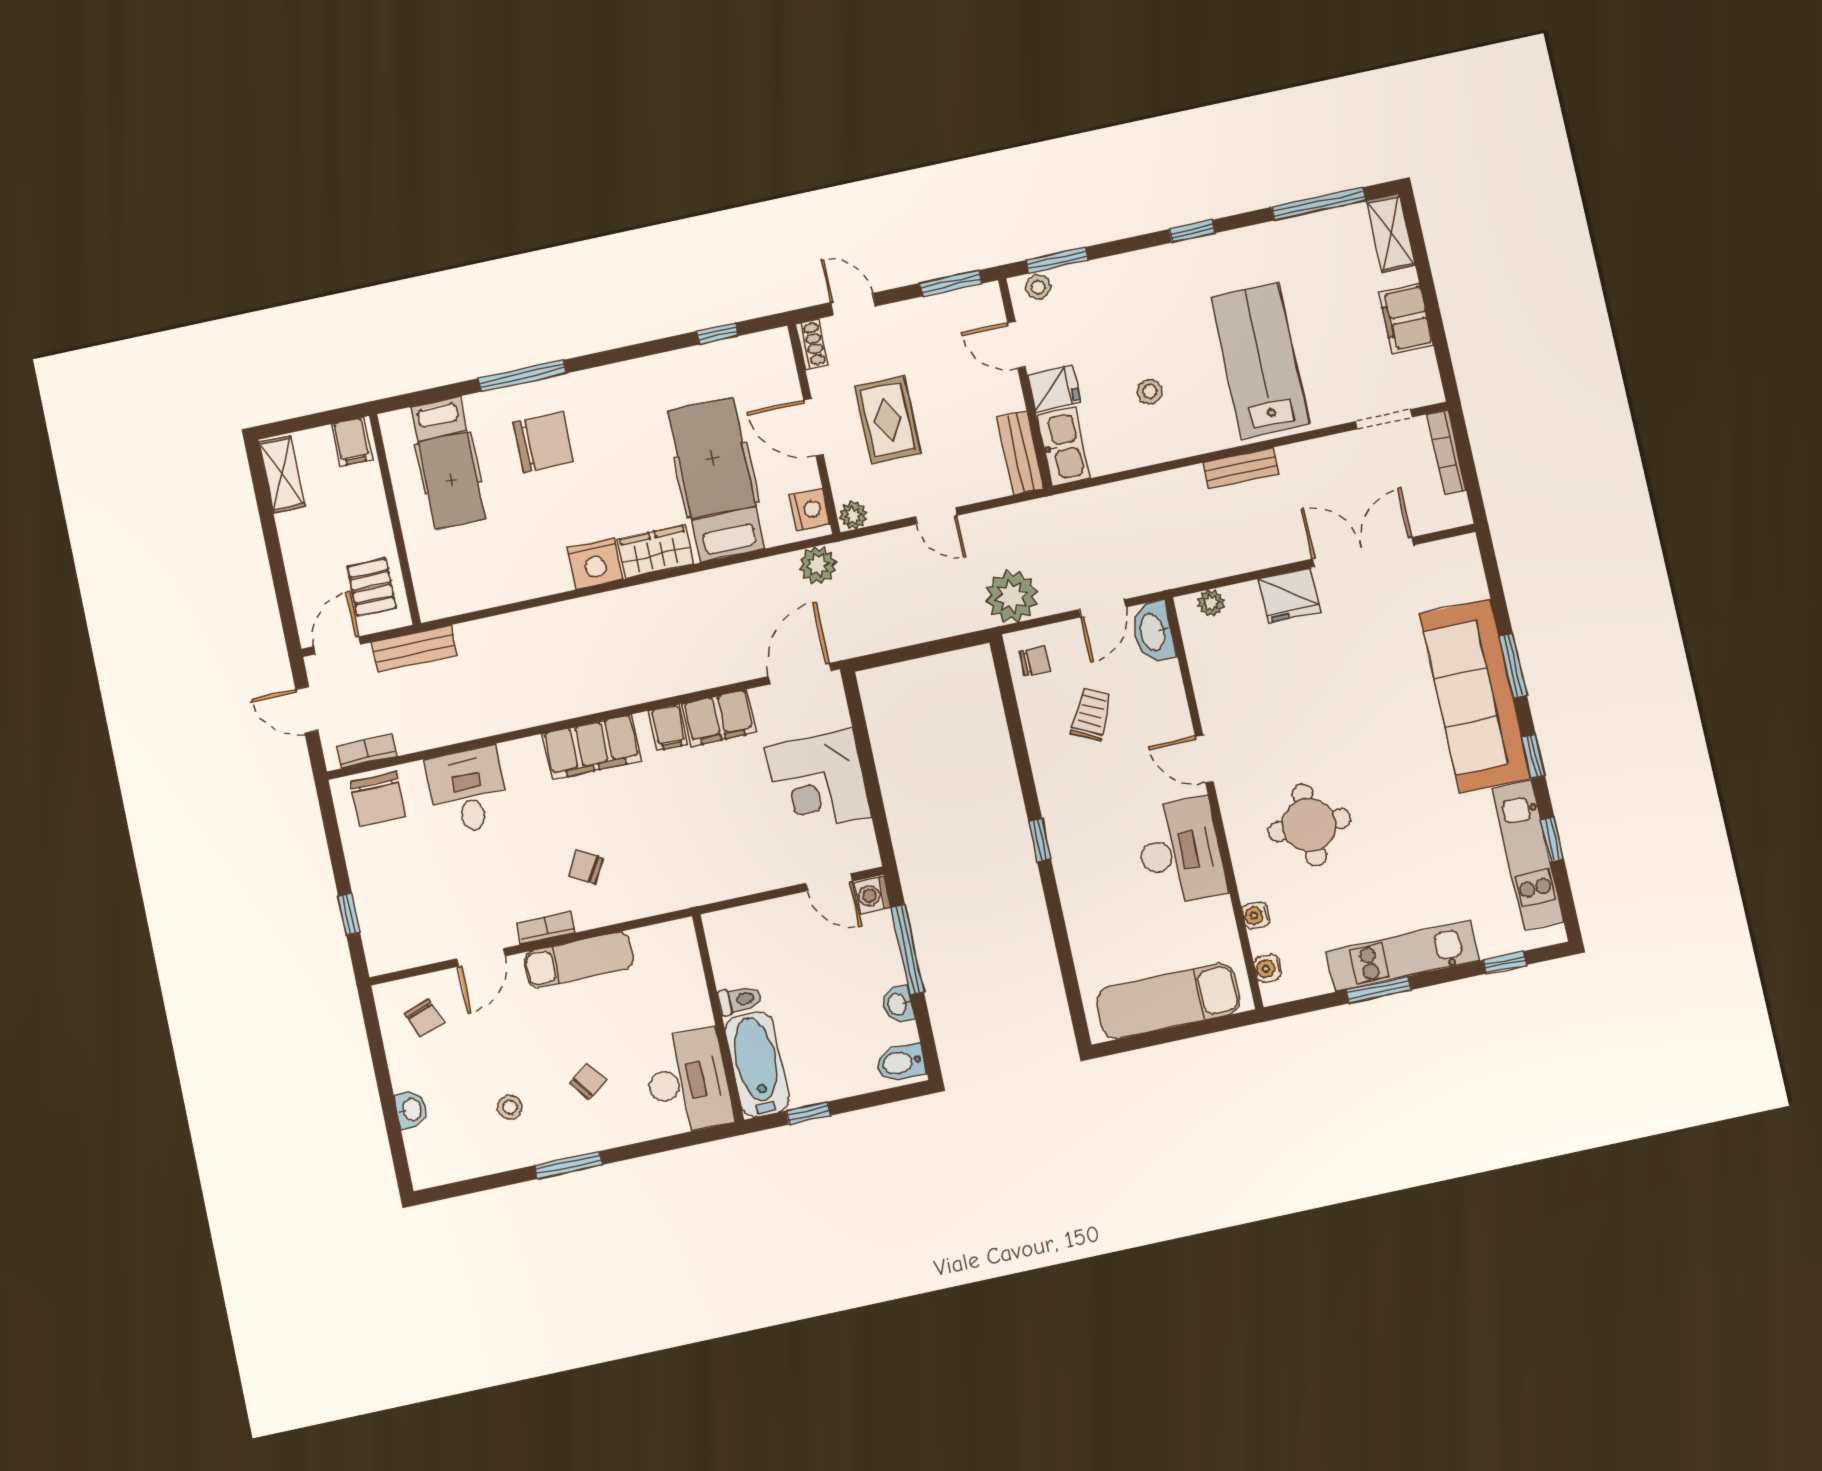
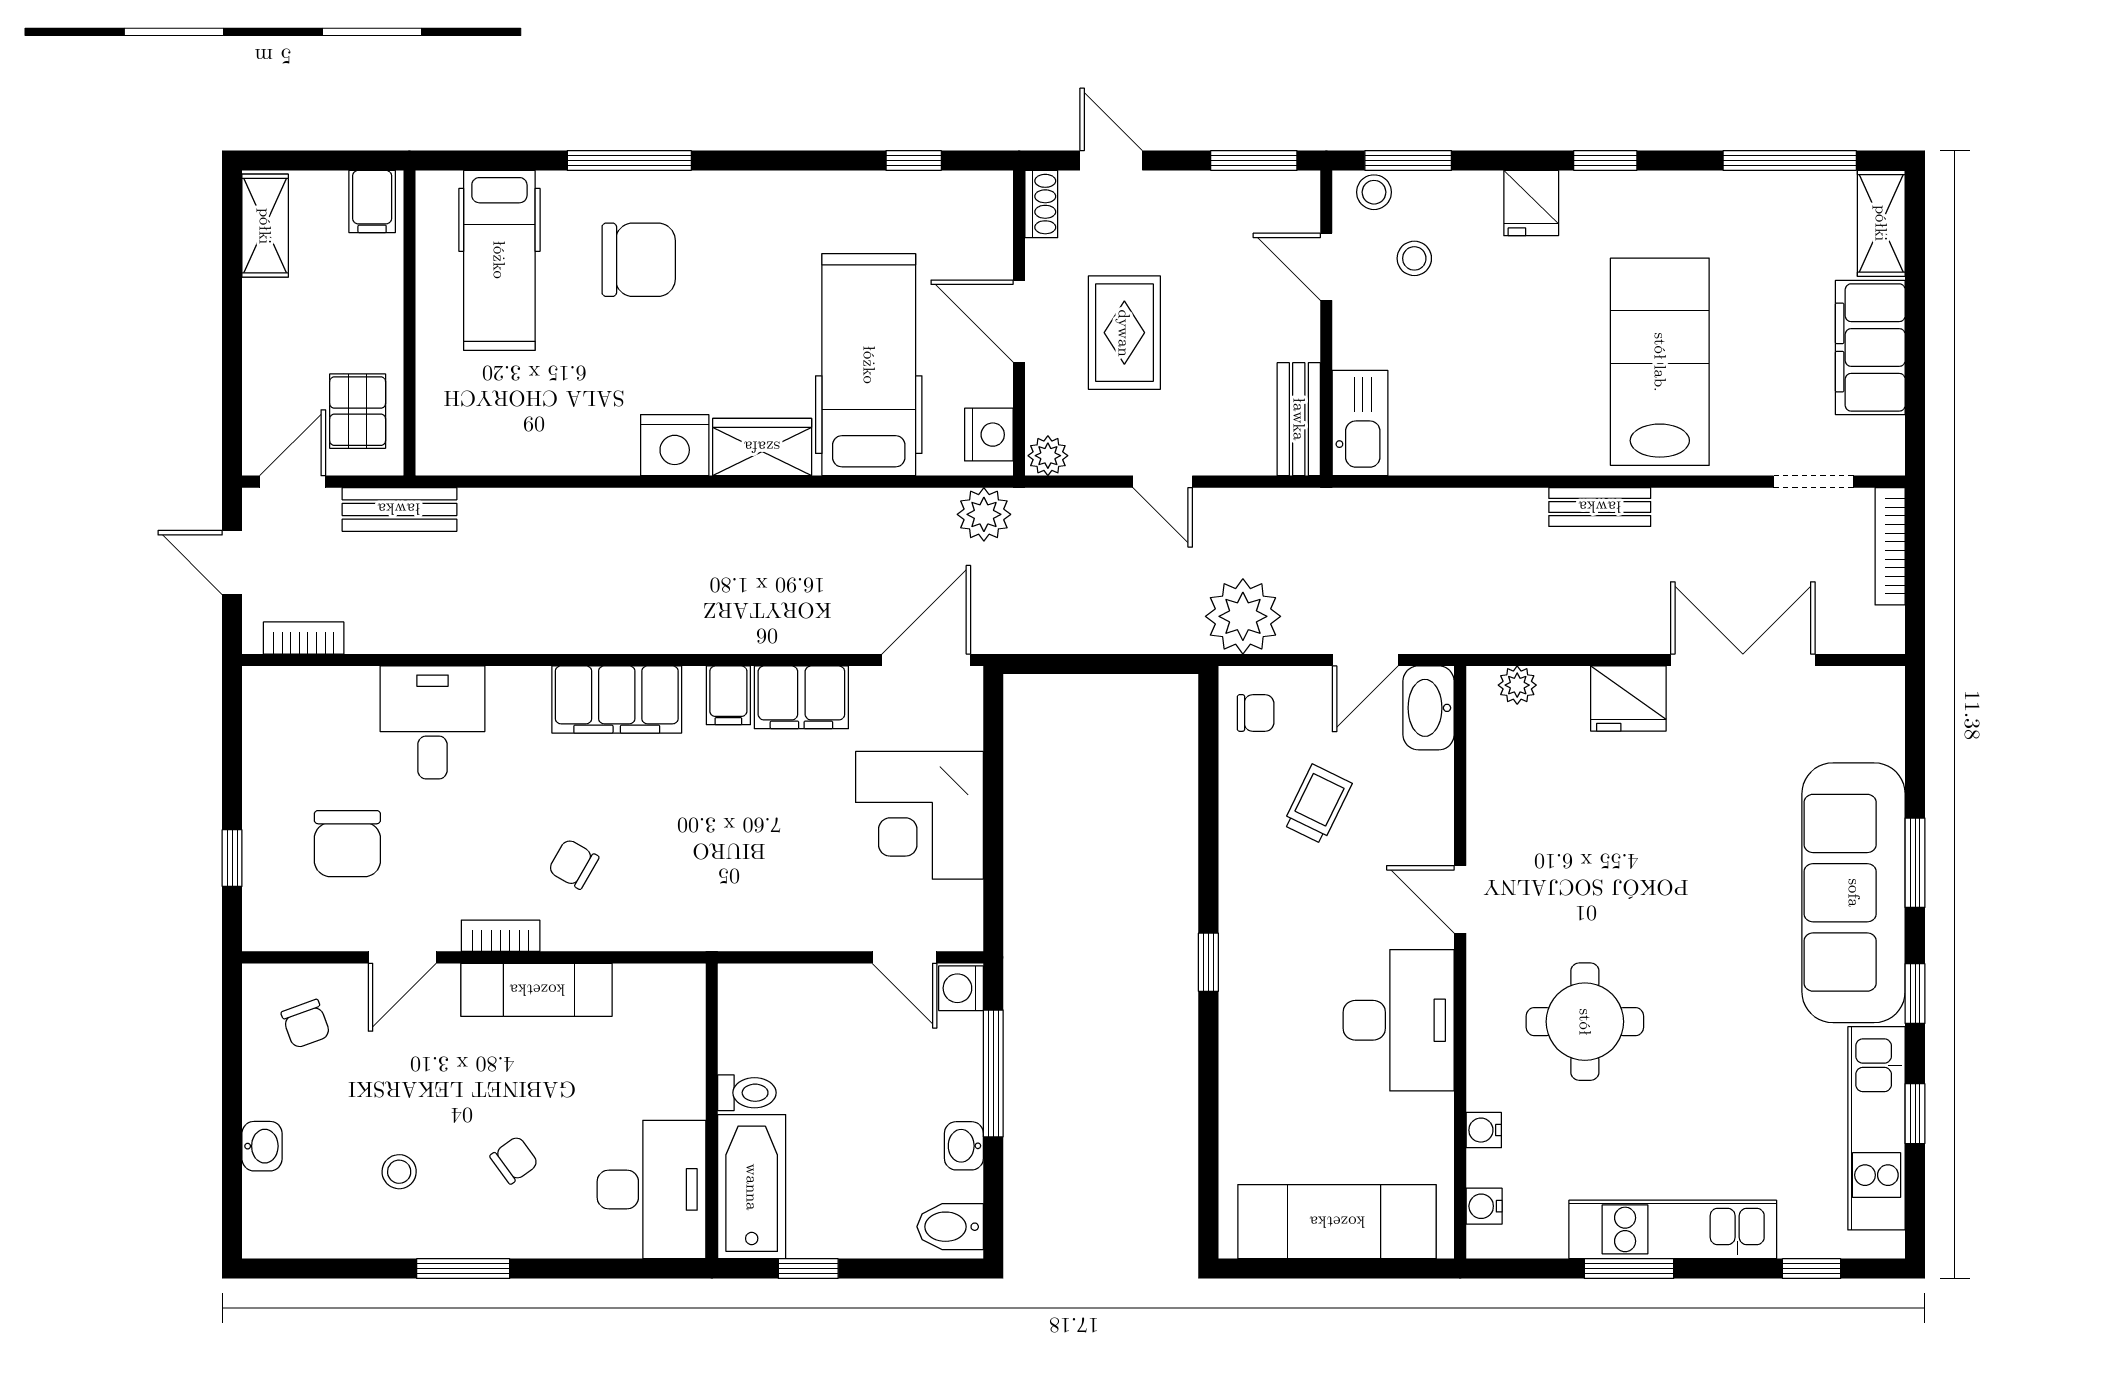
filing cabinet: (1406, 318) -> (1870, 347), width x1.50, depth x1.17
fridge: (1054, 388) -> (1531, 203), moved, turned 90
stool: (1150, 391) -> (1414, 258), moved
chair: (378, 799) -> (347, 844), moved

